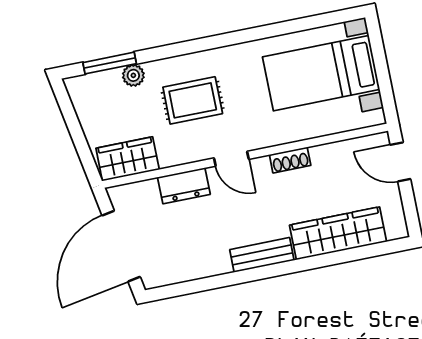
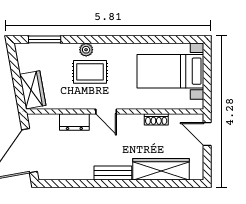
plant: (133, 75) -> (86, 50), moved
wardrobe: (128, 159) -> (33, 90), moved, turned 80
shoe rack: (290, 160) -> (156, 119), moved

